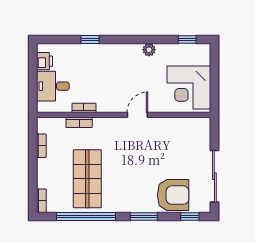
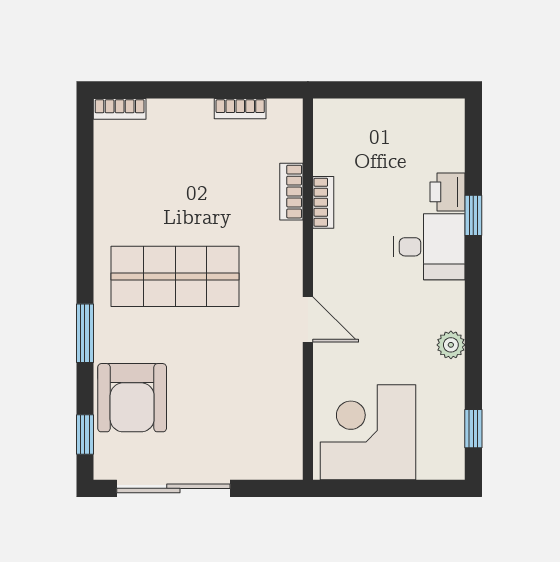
printer: (45, 61) -> (447, 192), moved, turned 90
desk: (53, 86) -> (429, 247), moved, turned 90
shop shelf: (87, 179) -> (175, 276), moved
window: (86, 217) -> (85, 207), removed

